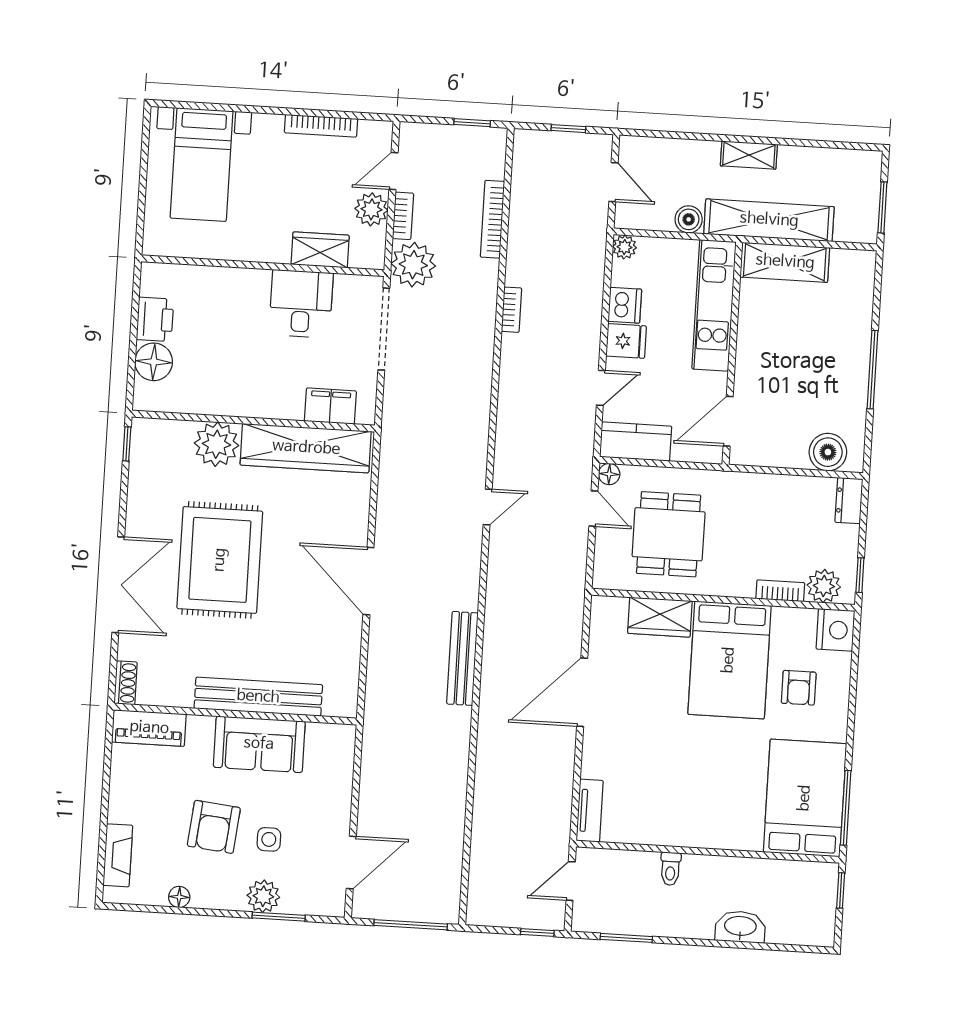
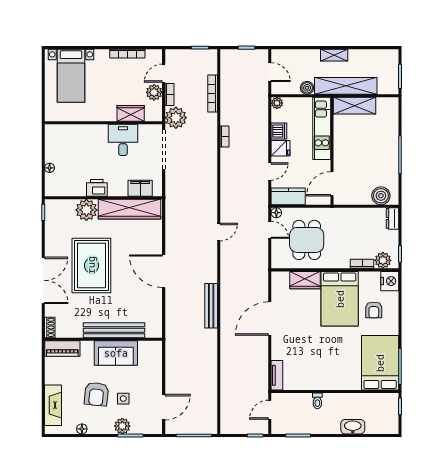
printer: (155, 319) -> (97, 188), moved, turned -90
floor lamp: (154, 362) -> (50, 168), width x0.53, depth x0.53
fireplace: (118, 855) -> (53, 405), width x1.37, depth x1.32

